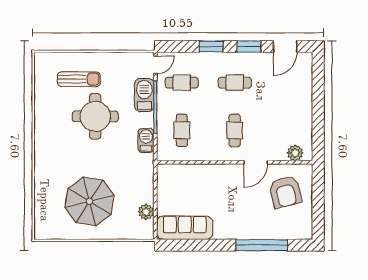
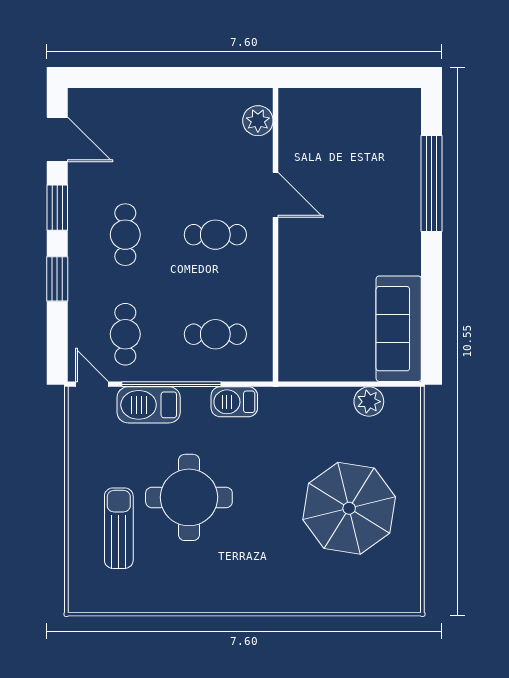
armchair: (285, 192) -> (331, 139), removed

